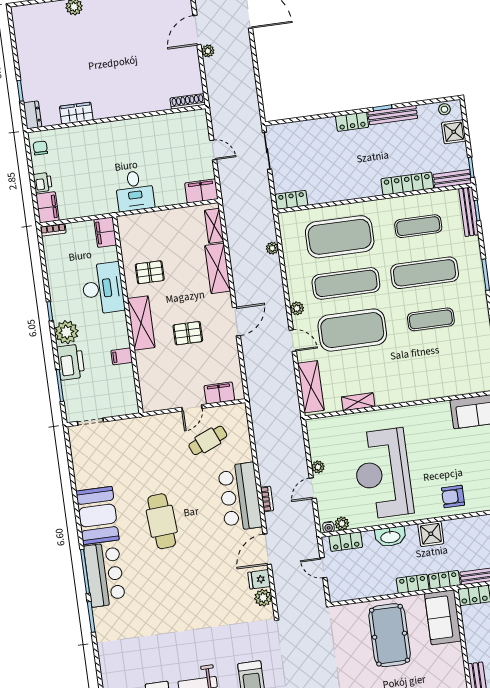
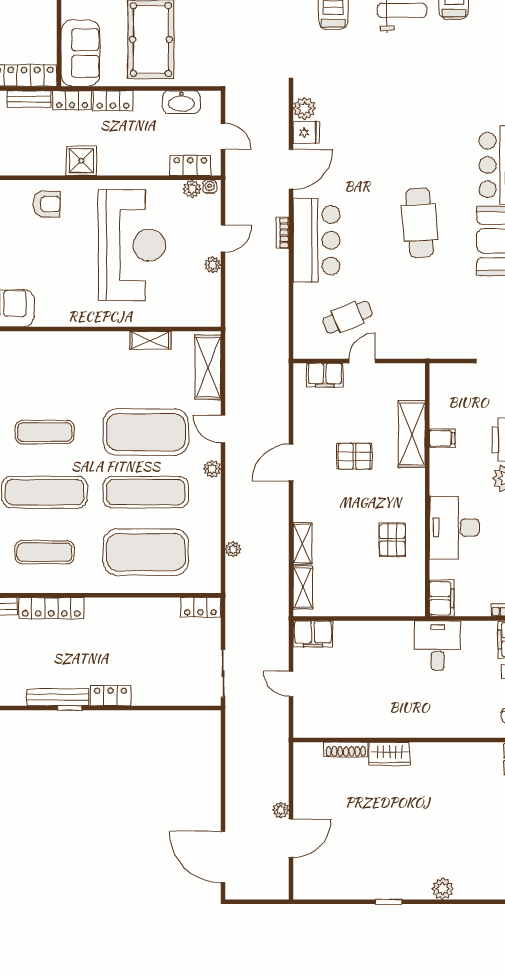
shoe rack: (188, 101) -> (346, 750), moved
wardrobe: (76, 113) -> (390, 754), moved
desk: (135, 191) -> (438, 646), moved
shelving: (218, 268) -> (303, 544), width x0.67, depth x0.75
pallet: (150, 272) -> (392, 540), turned 90
shelving: (141, 323) -> (412, 434), moved
washbasin: (390, 537) -> (181, 102), moved, turned 180

